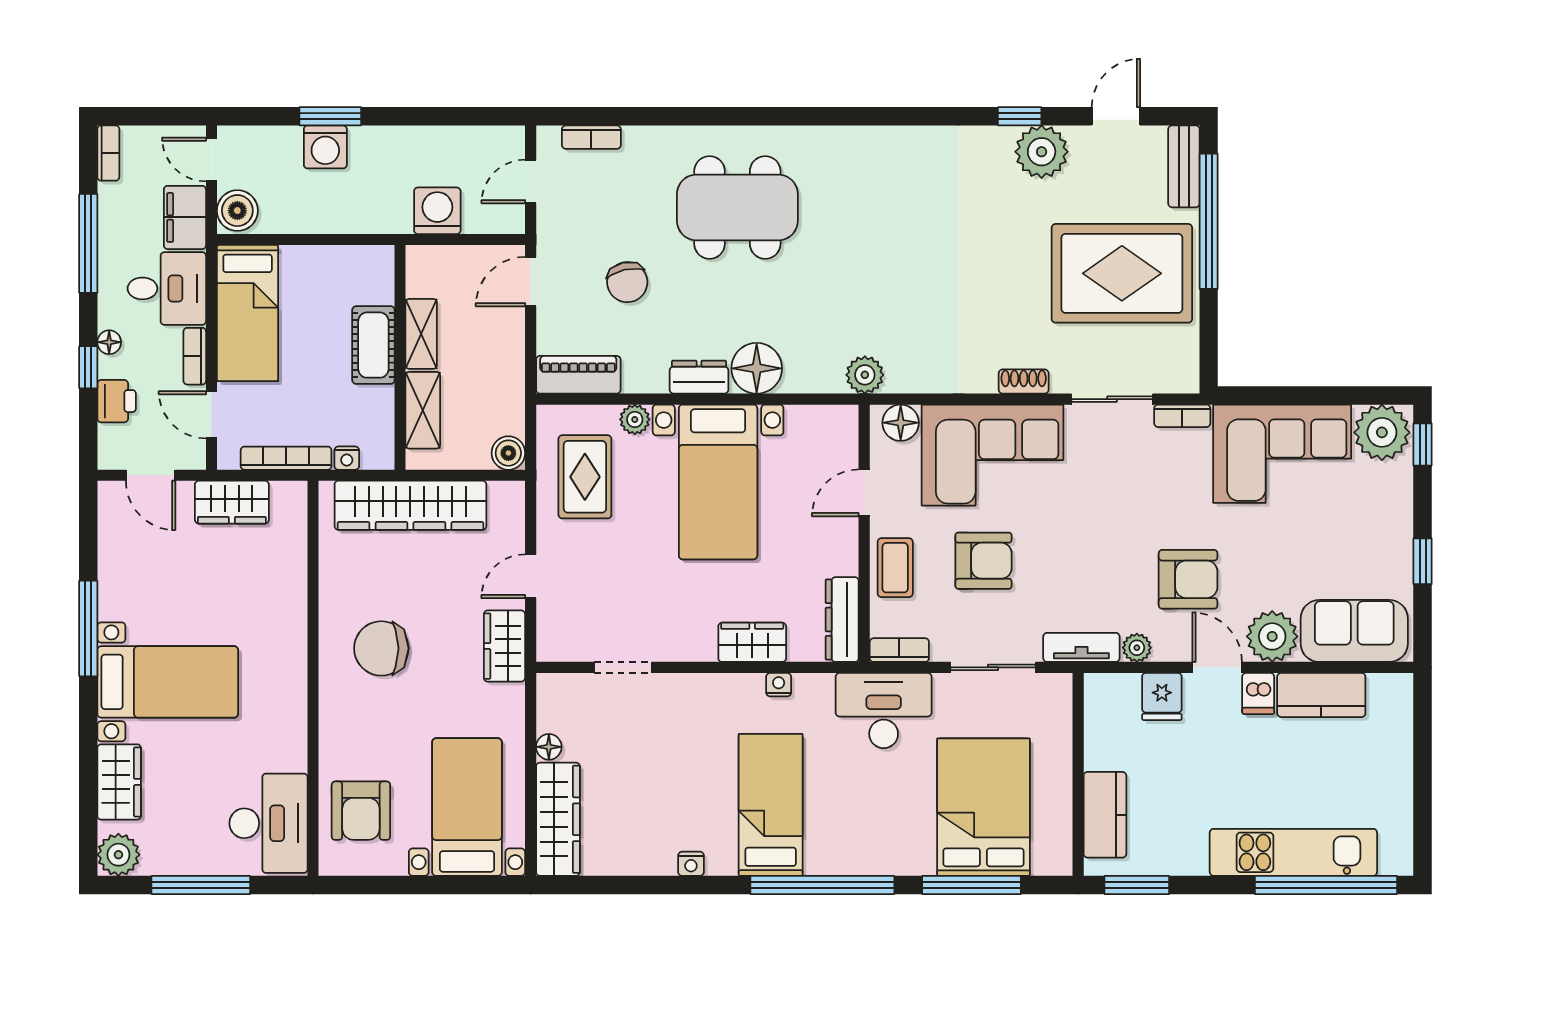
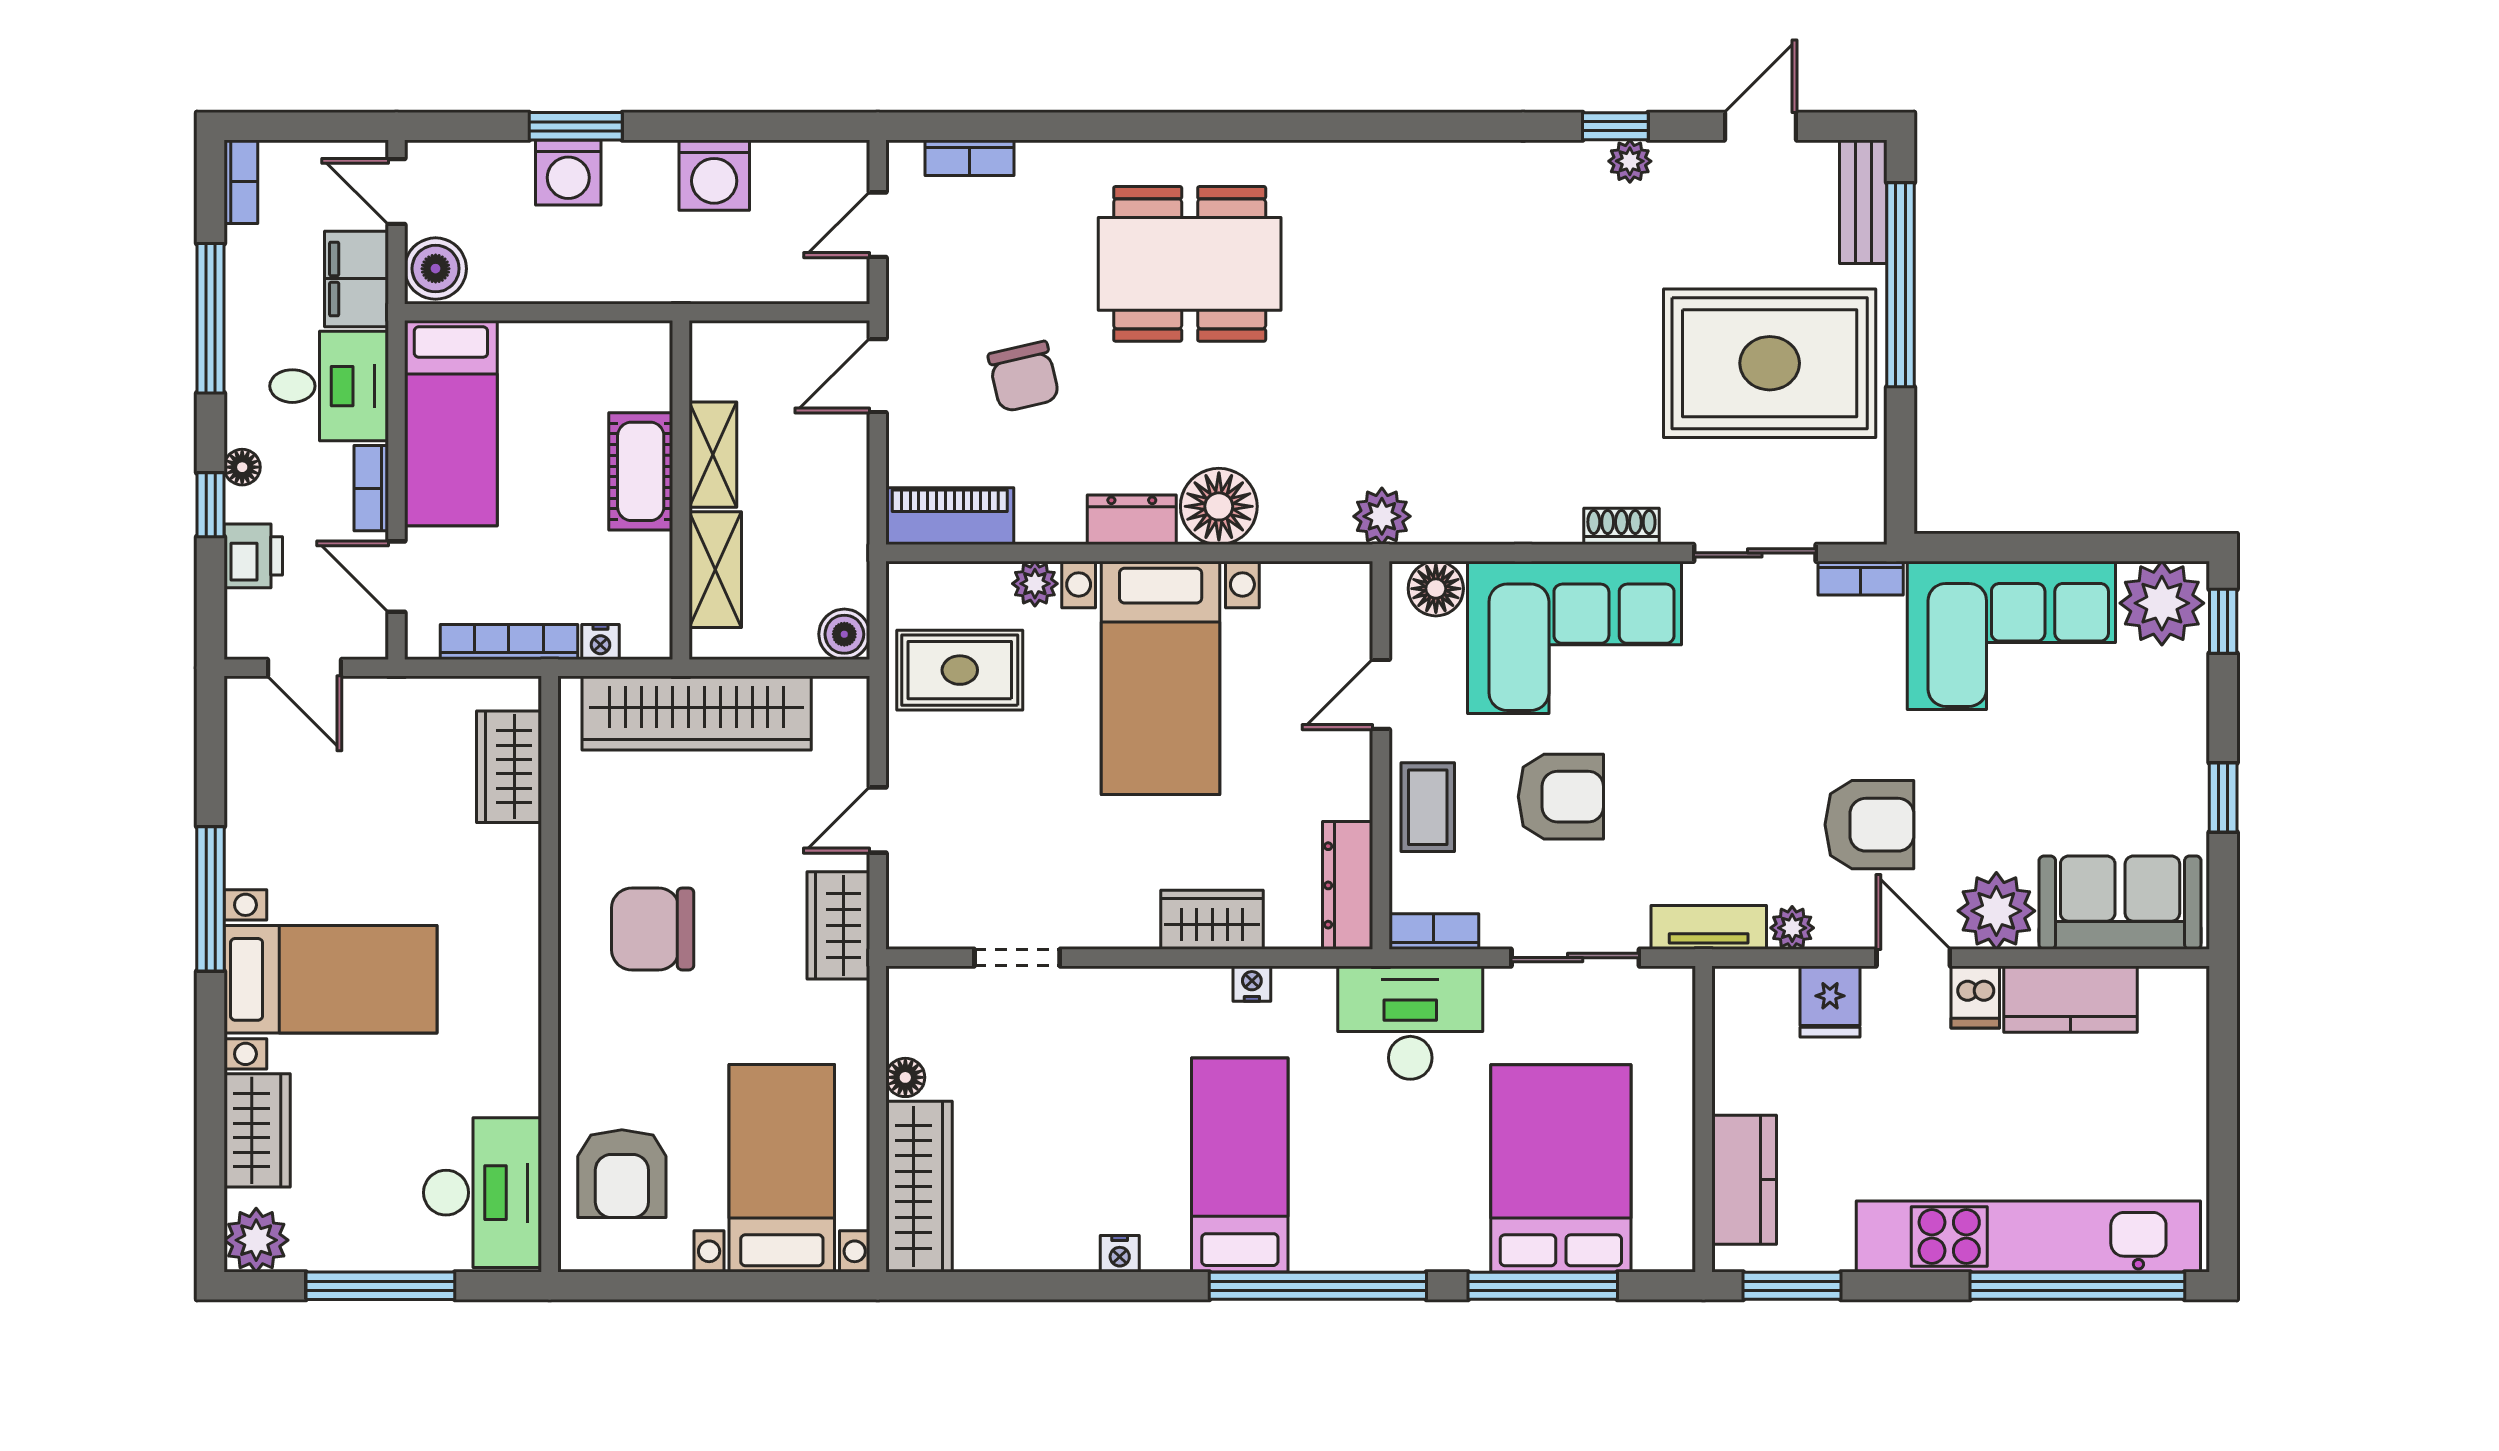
plant: (1042, 152) -> (1630, 161), width x0.53, depth x0.53
washing machine: (437, 211) -> (714, 175), moved, turned 180
rug: (585, 477) -> (960, 670), turned 90
wardrobe: (232, 502) -> (509, 767), moved, turned 90
kitchen unit: (1293, 852) -> (2028, 1236), width x1.36

